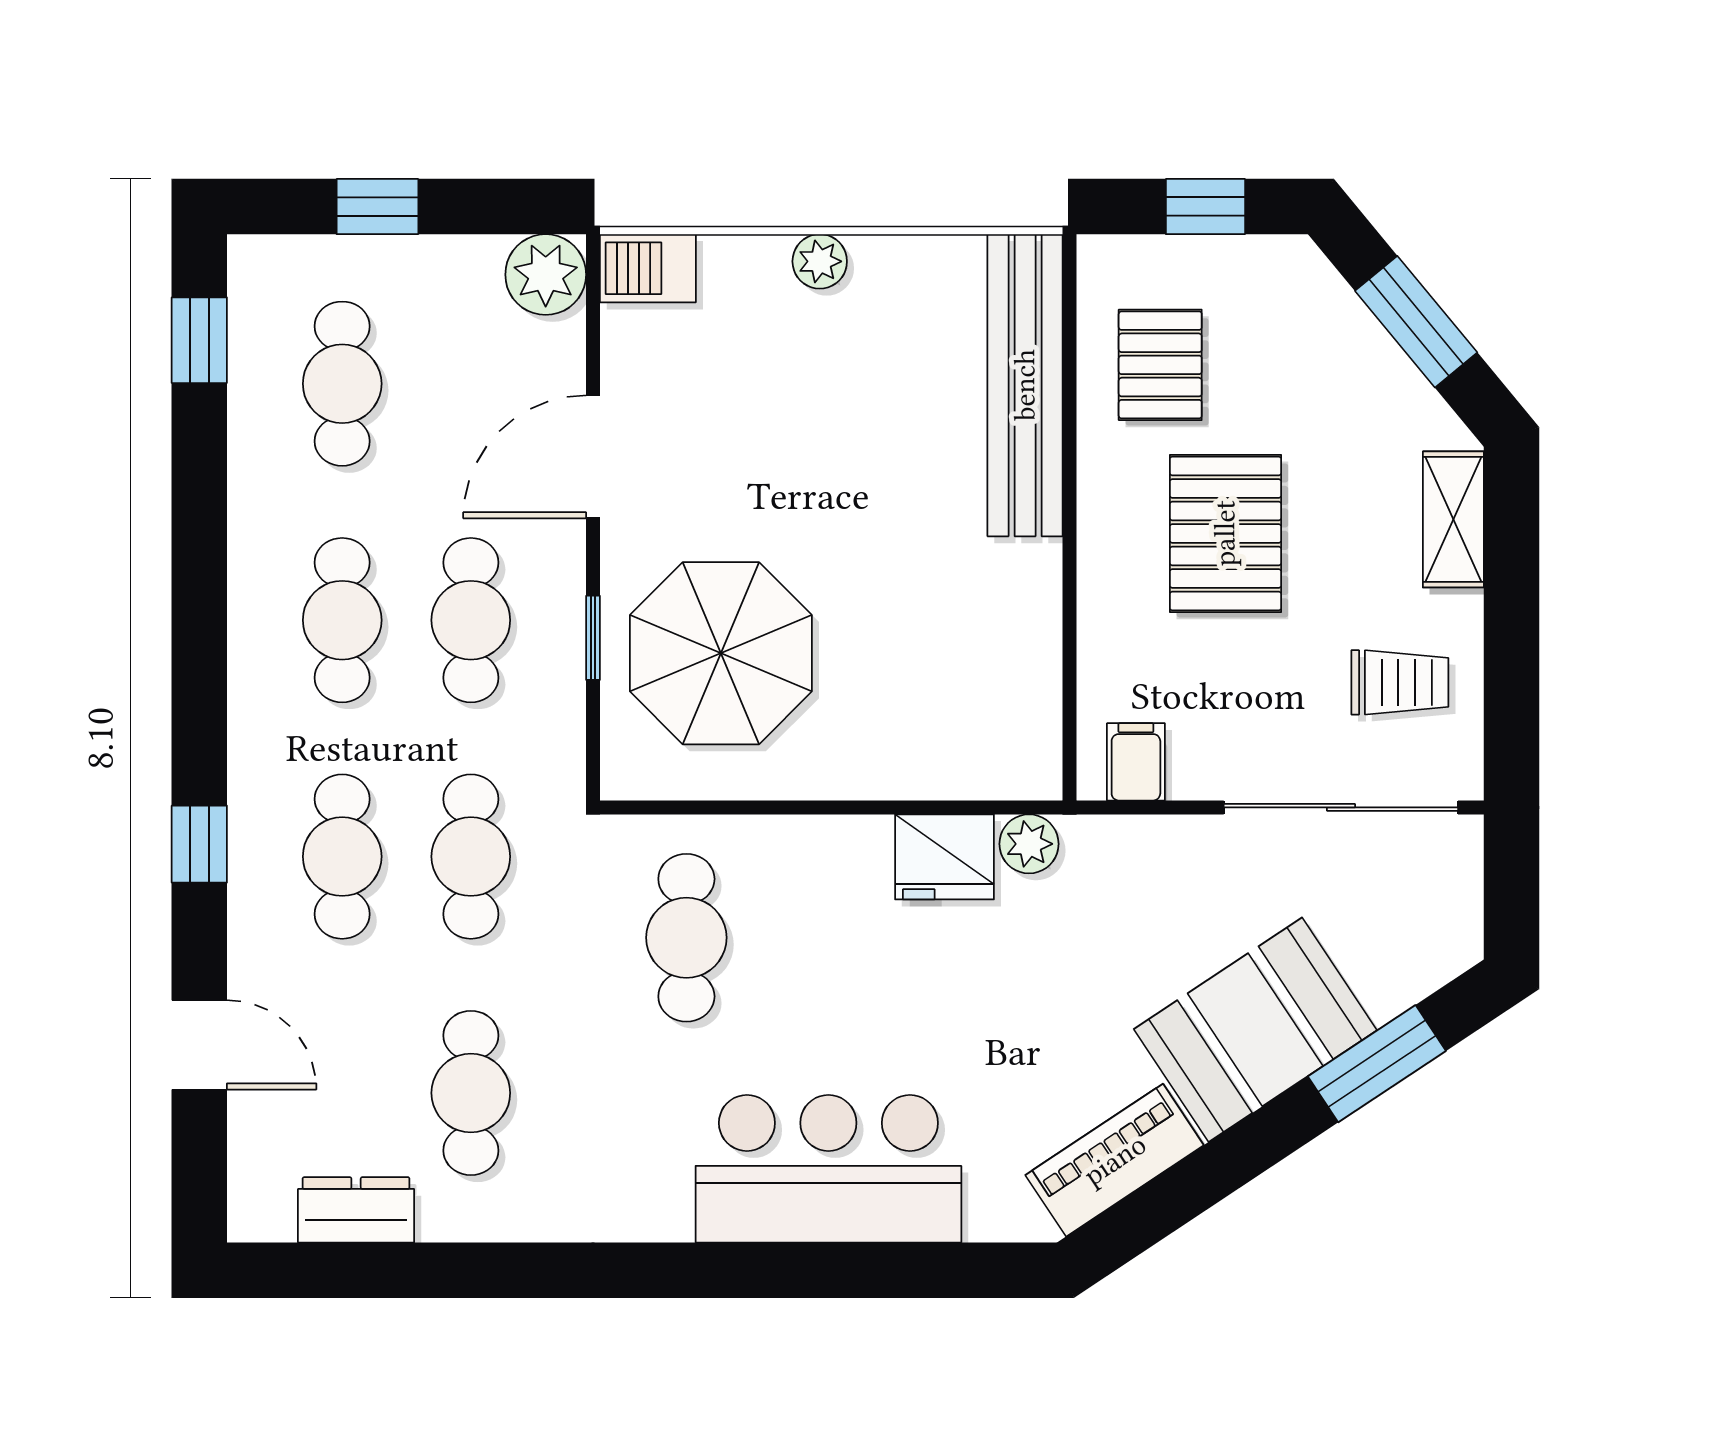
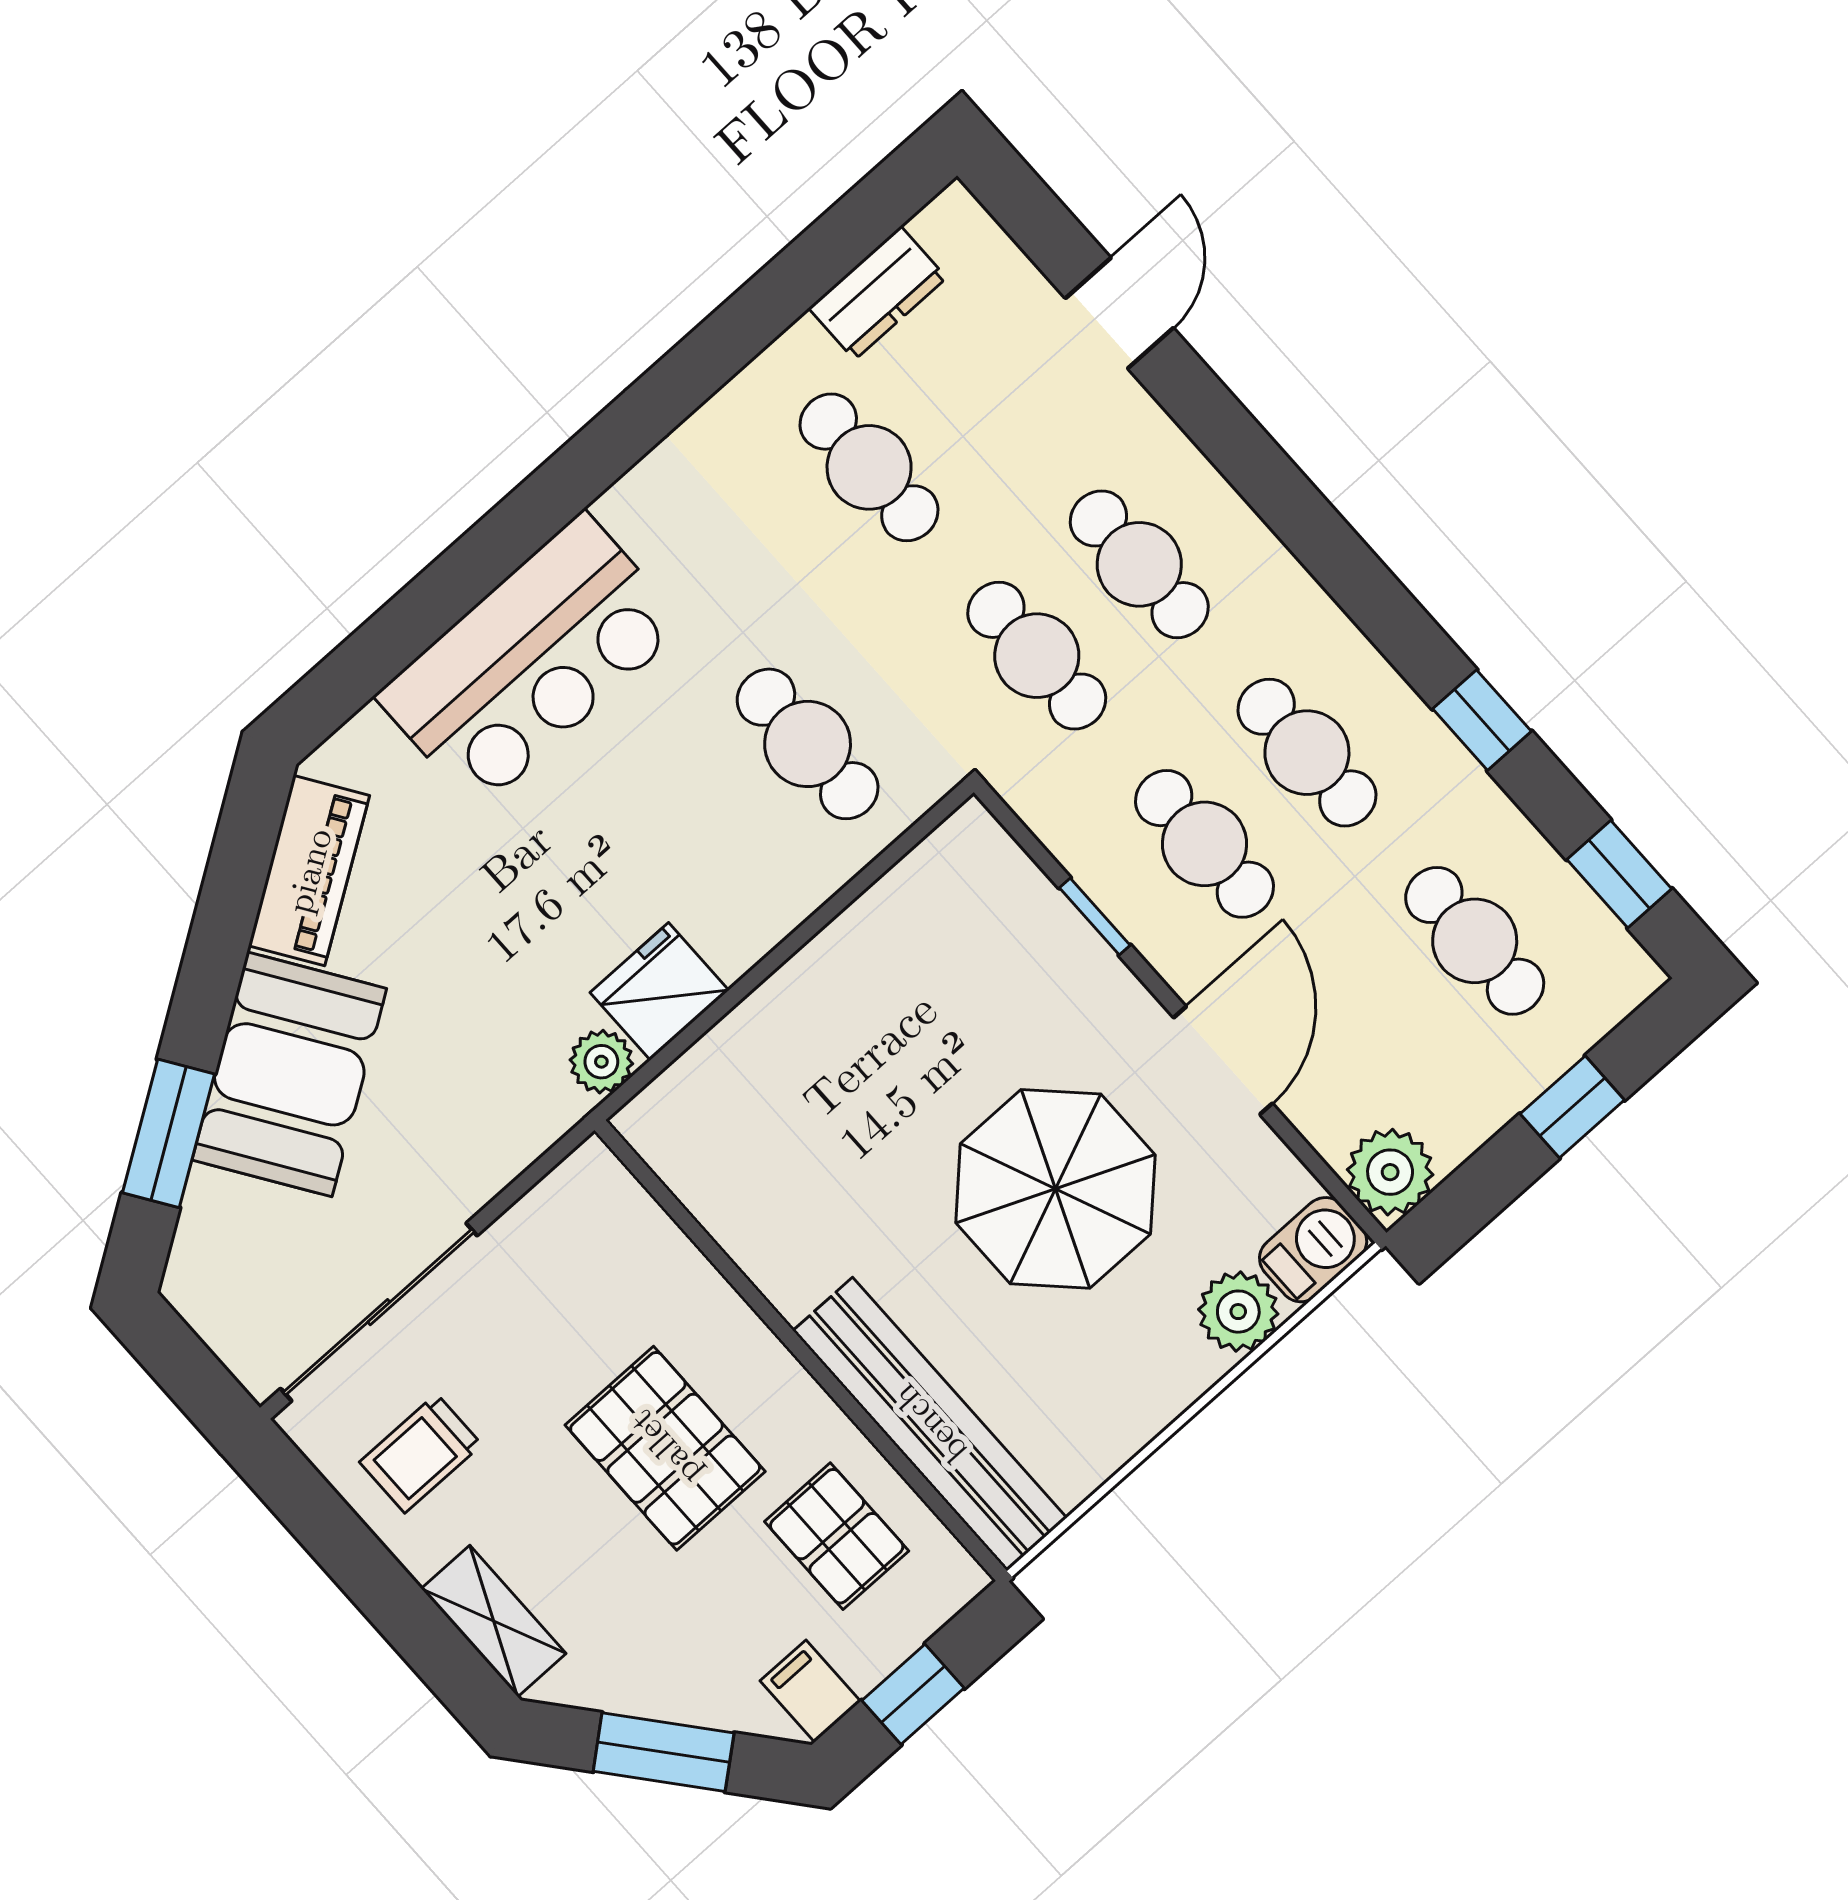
plant: (820, 261) -> (1238, 1312), moved, width x1.38, depth x1.38
parasol: (721, 653) -> (1055, 1189), moved
filing cabinet: (1136, 762) -> (810, 1691), moved, turned 180
window: (199, 844) -> (1482, 720), moved
door: (199, 1045) -> (1119, 313), swing flipped

